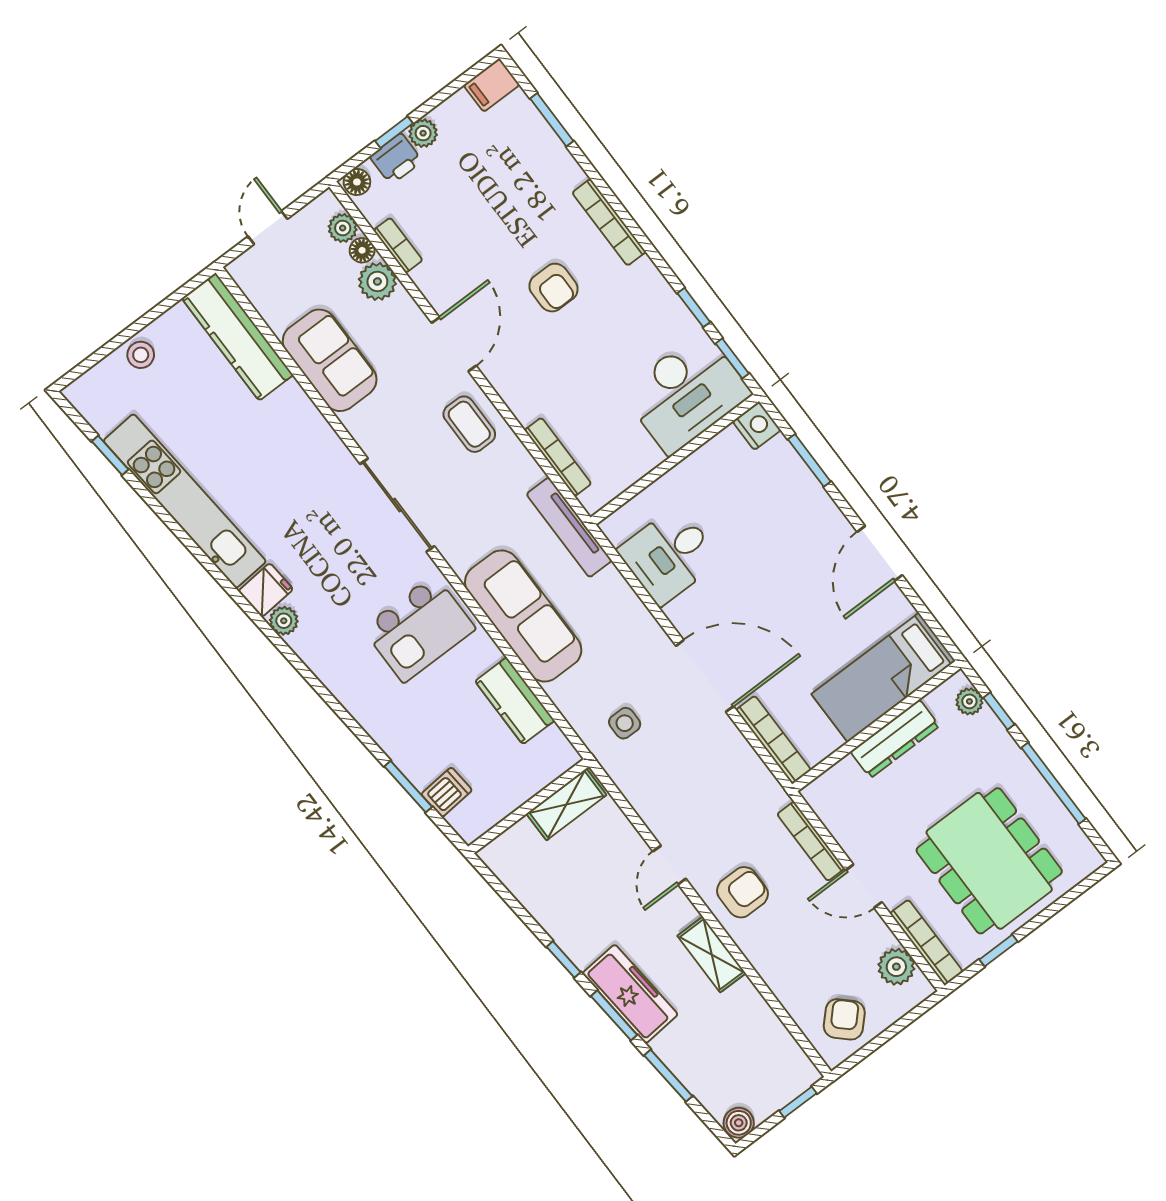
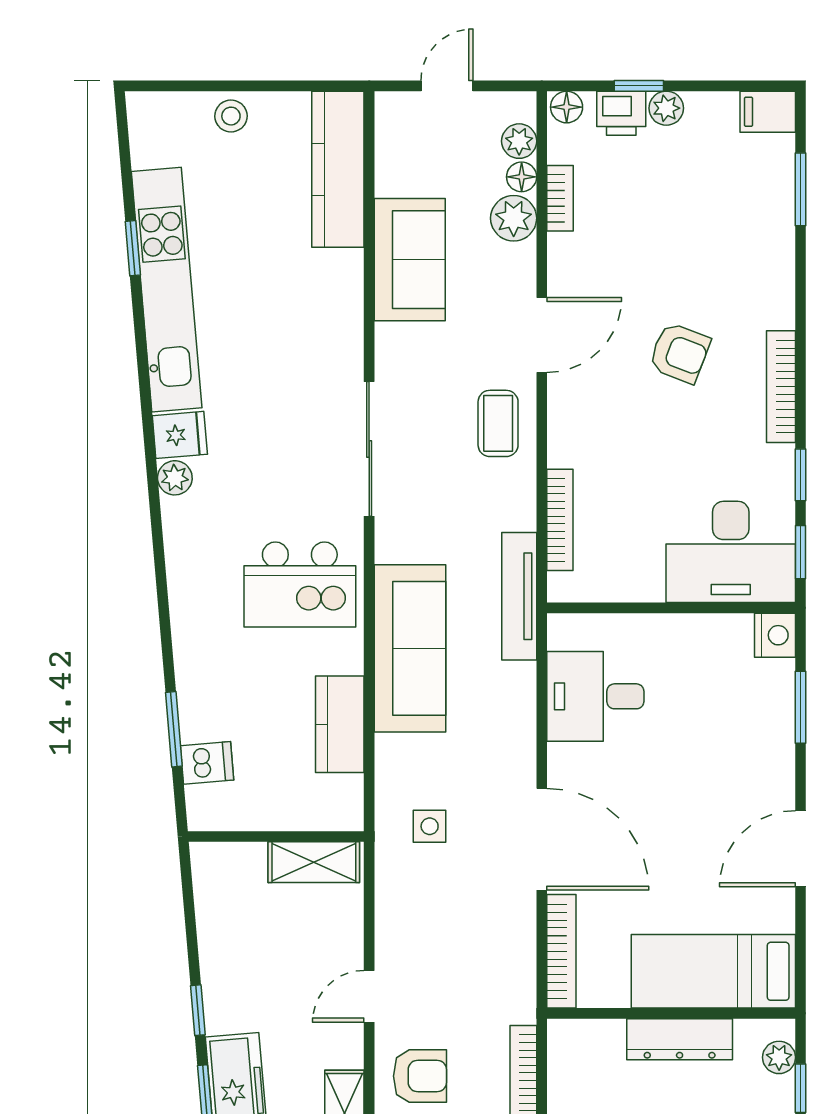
bookcase: (609, 222) -> (781, 387), moved
armchair: (554, 288) -> (679, 353), turned -69
window: (110, 455) -> (133, 248), moved

